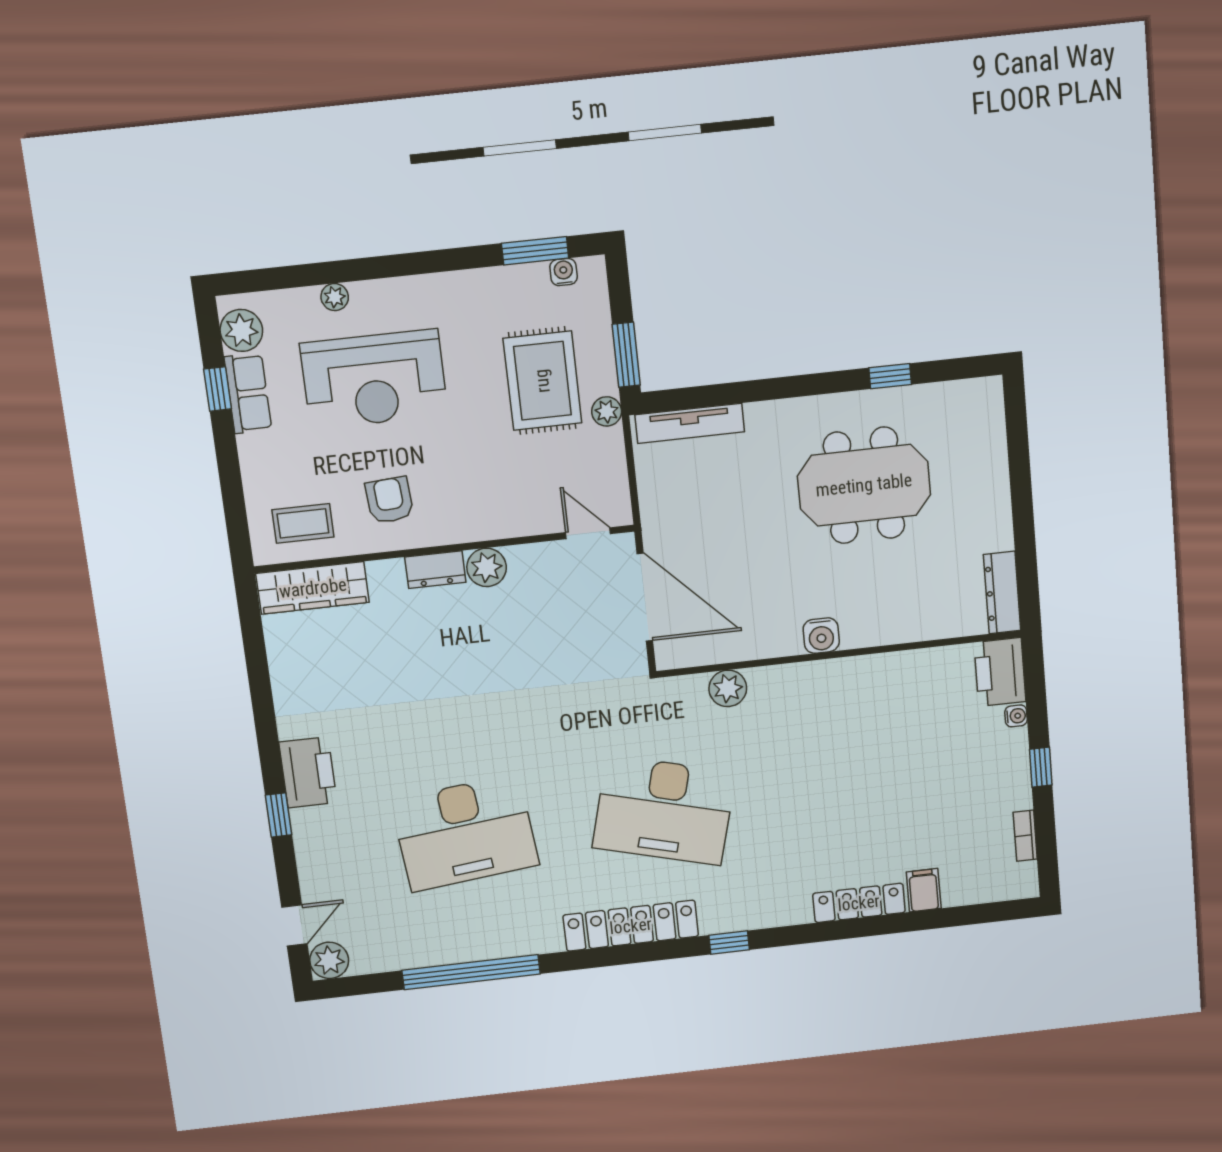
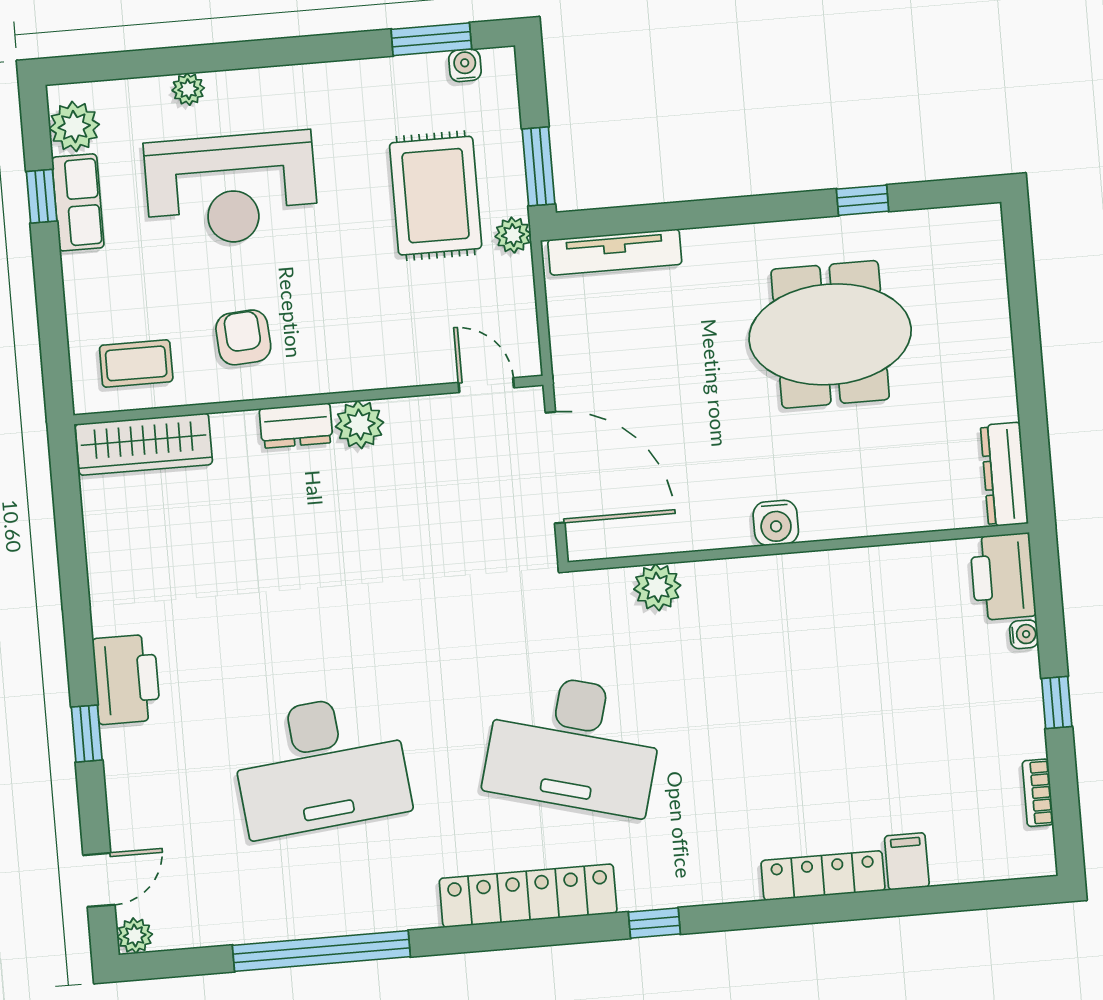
plant: (329, 960) -> (135, 936), width x0.73, depth x0.73

